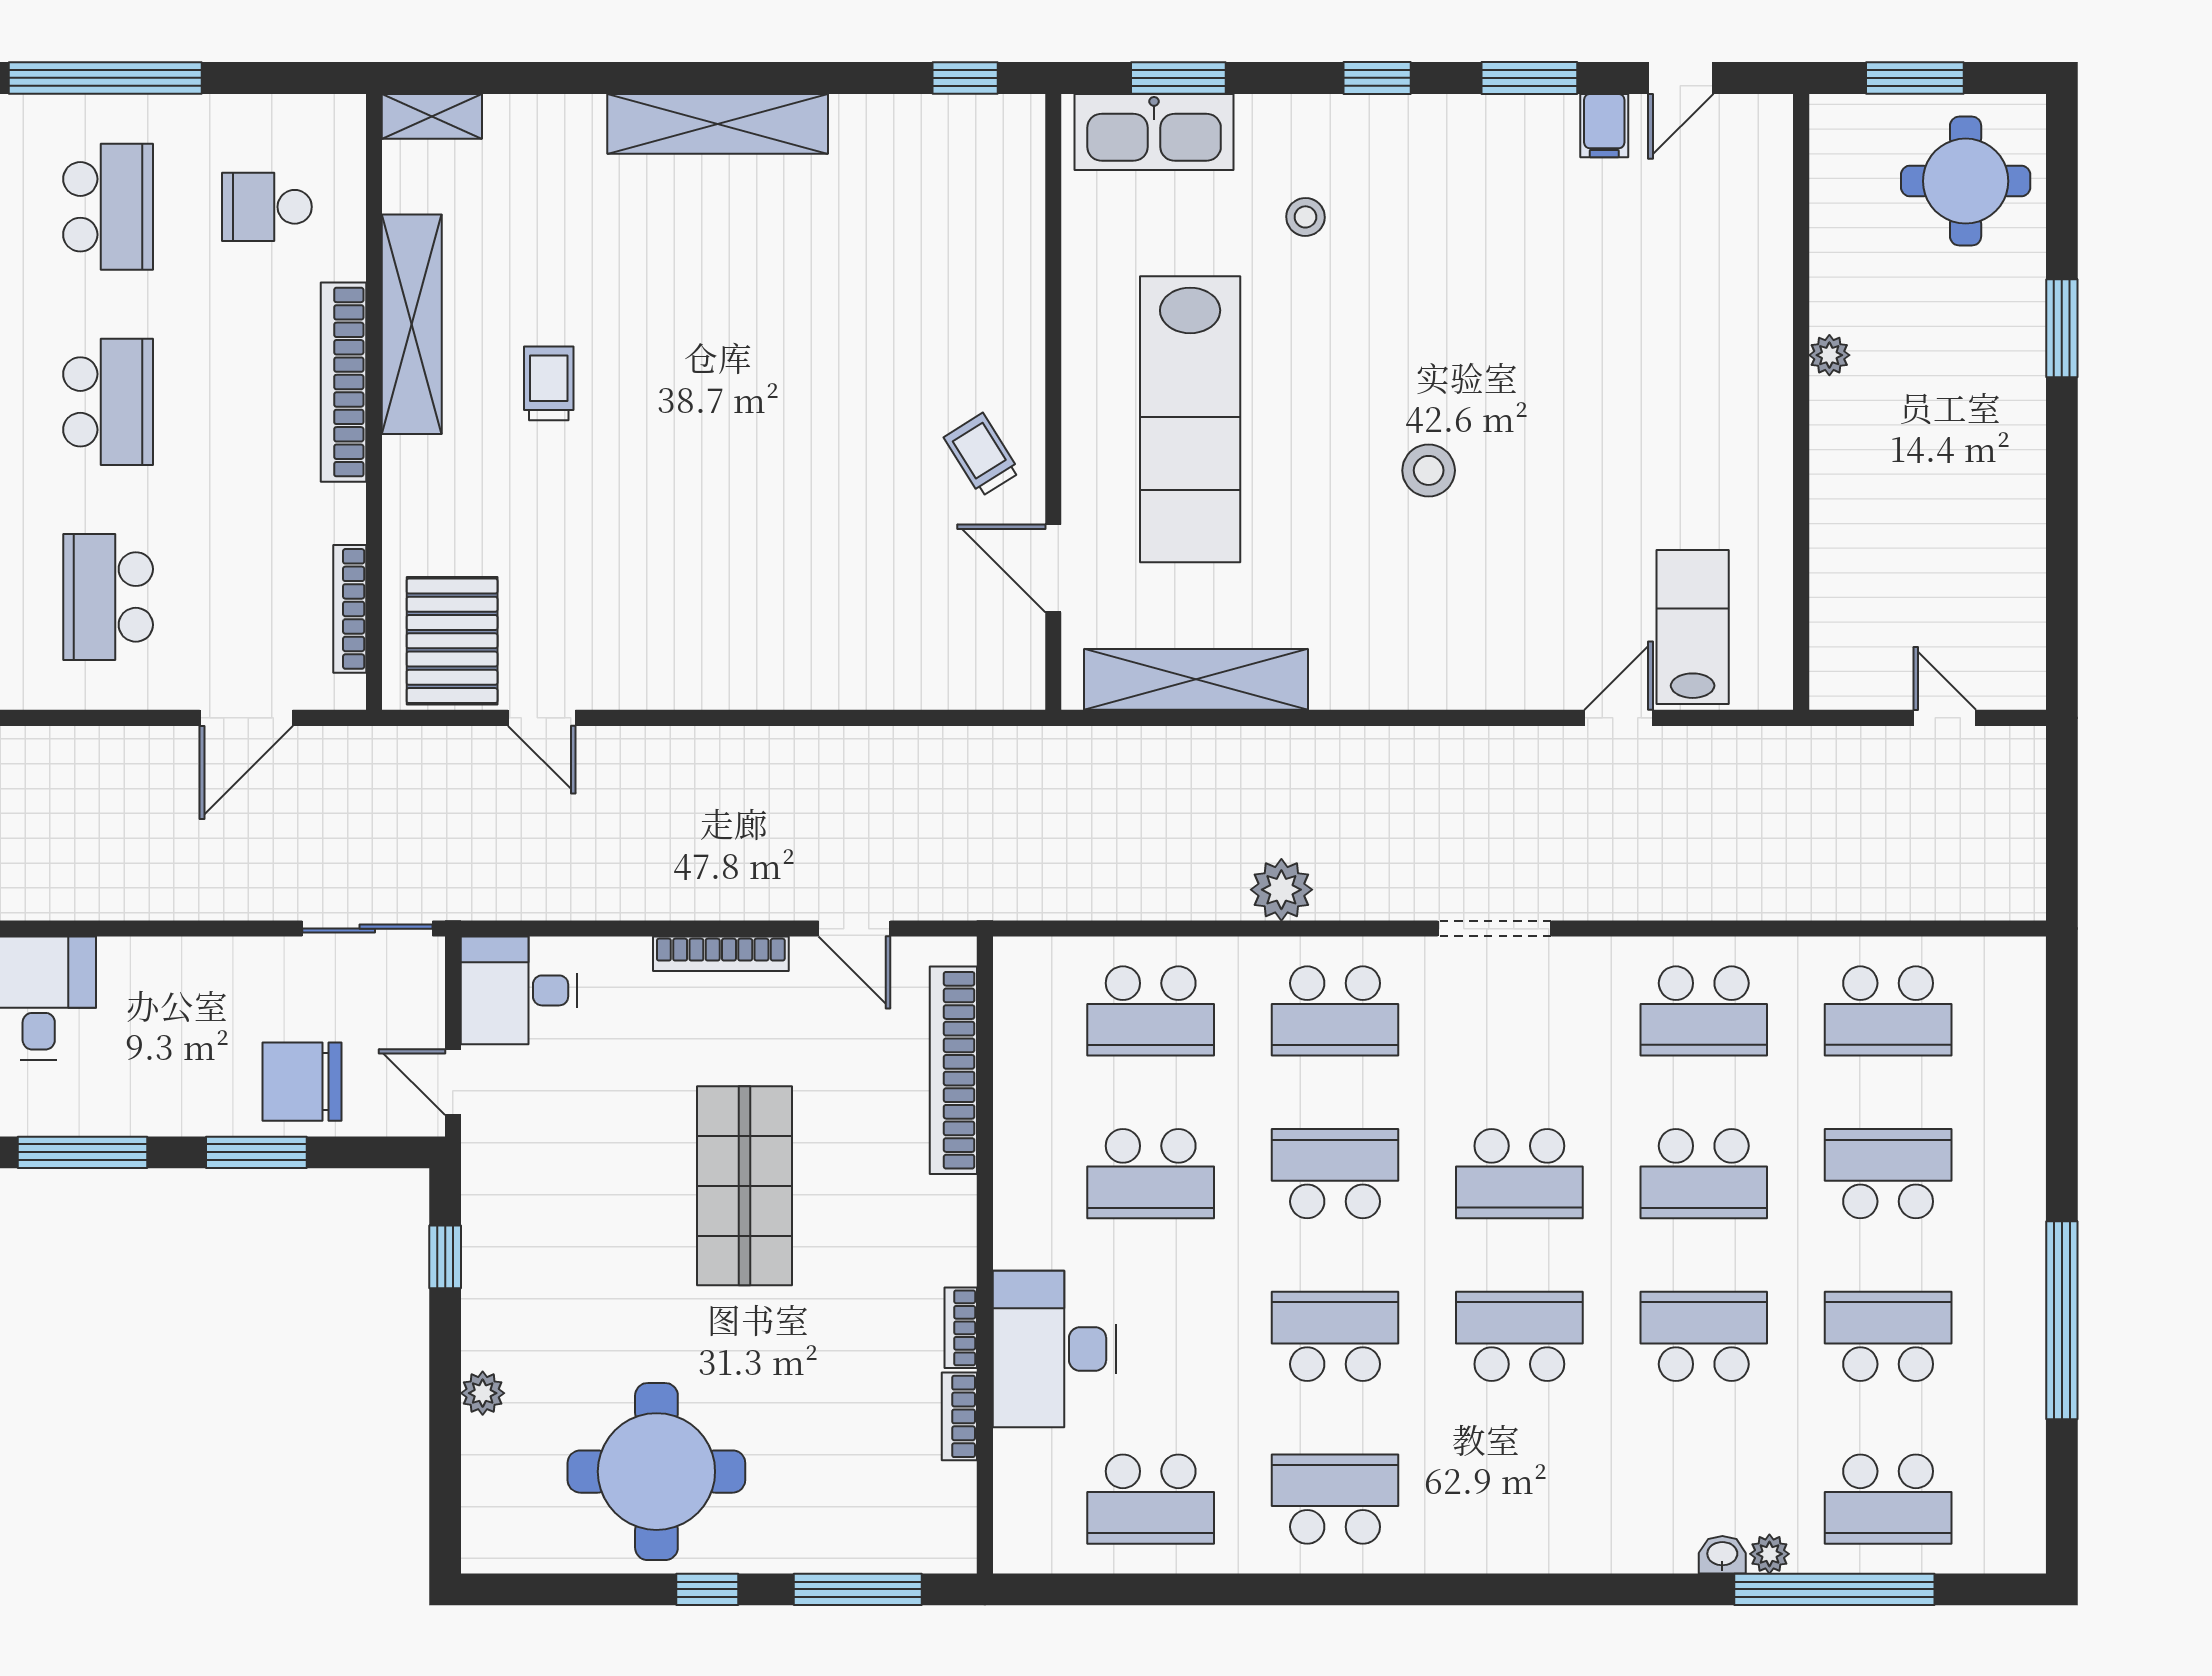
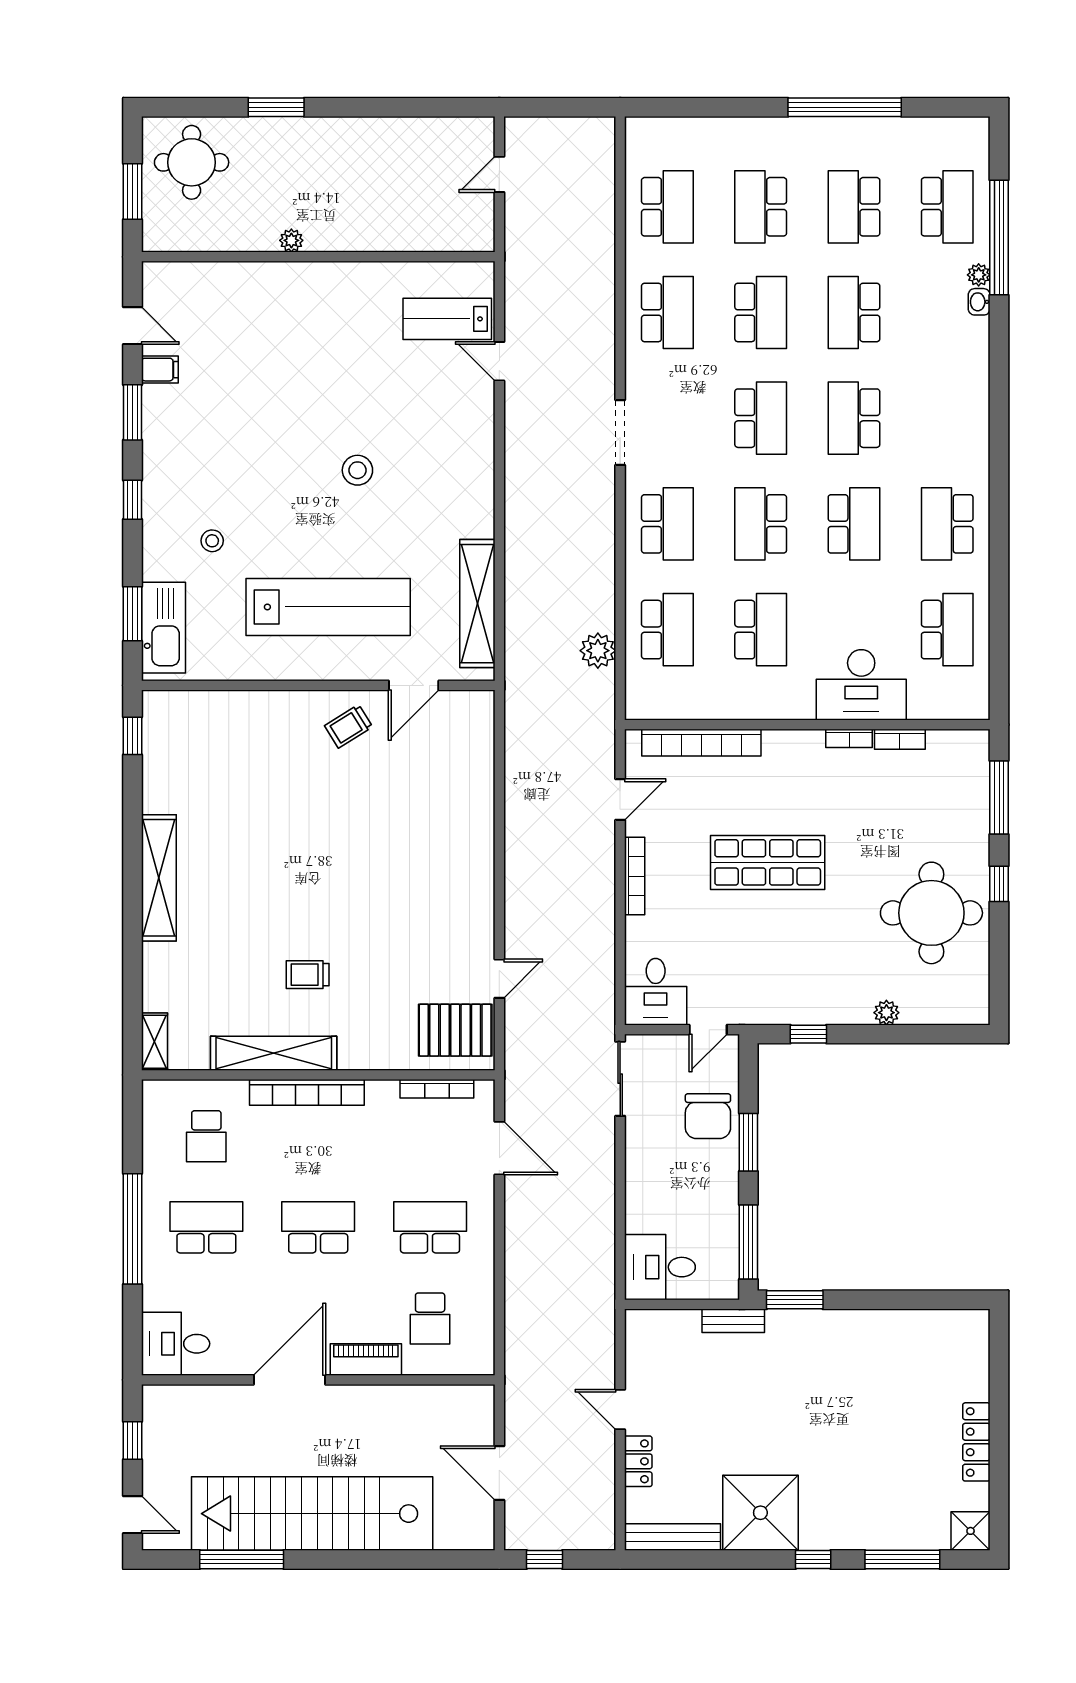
school desk: (108, 597) -> (430, 1227), turned 180
plant: (1281, 890) -> (598, 651), moved
school desk: (1335, 1336) -> (854, 524), turned 180

